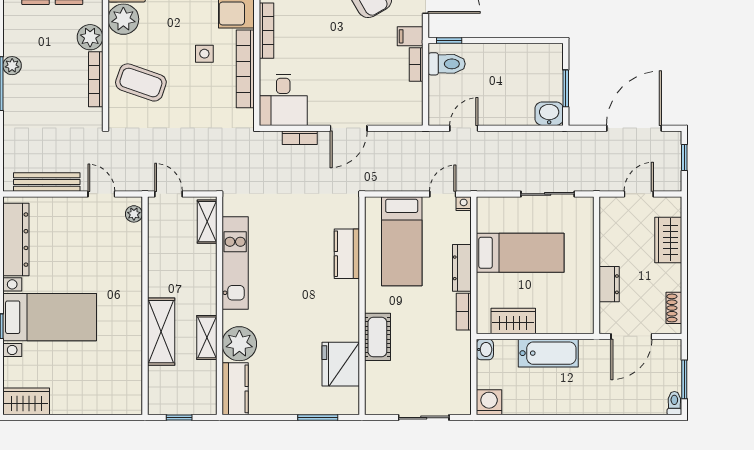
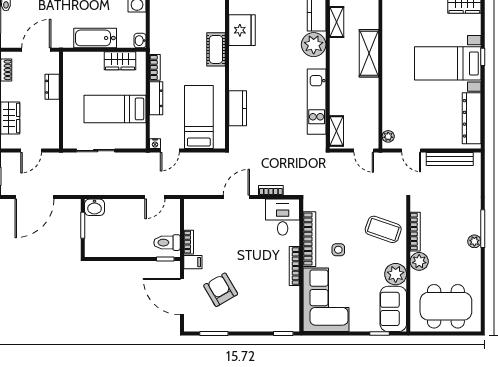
shelving: (207, 337) -> (337, 22), moved

